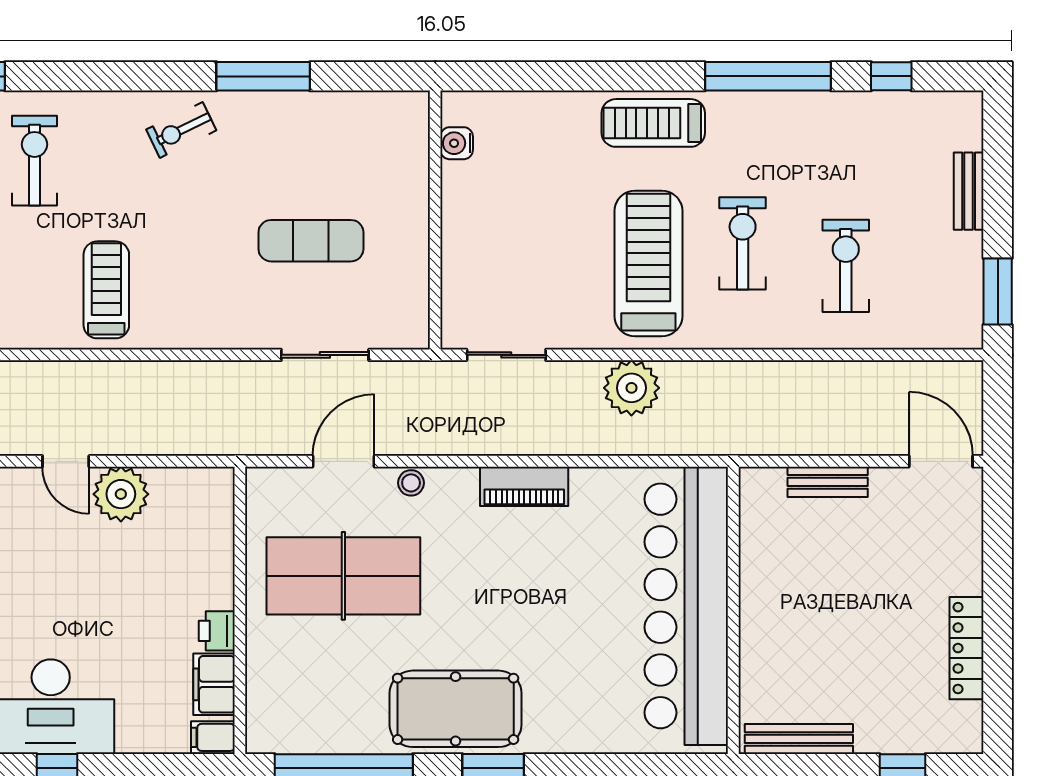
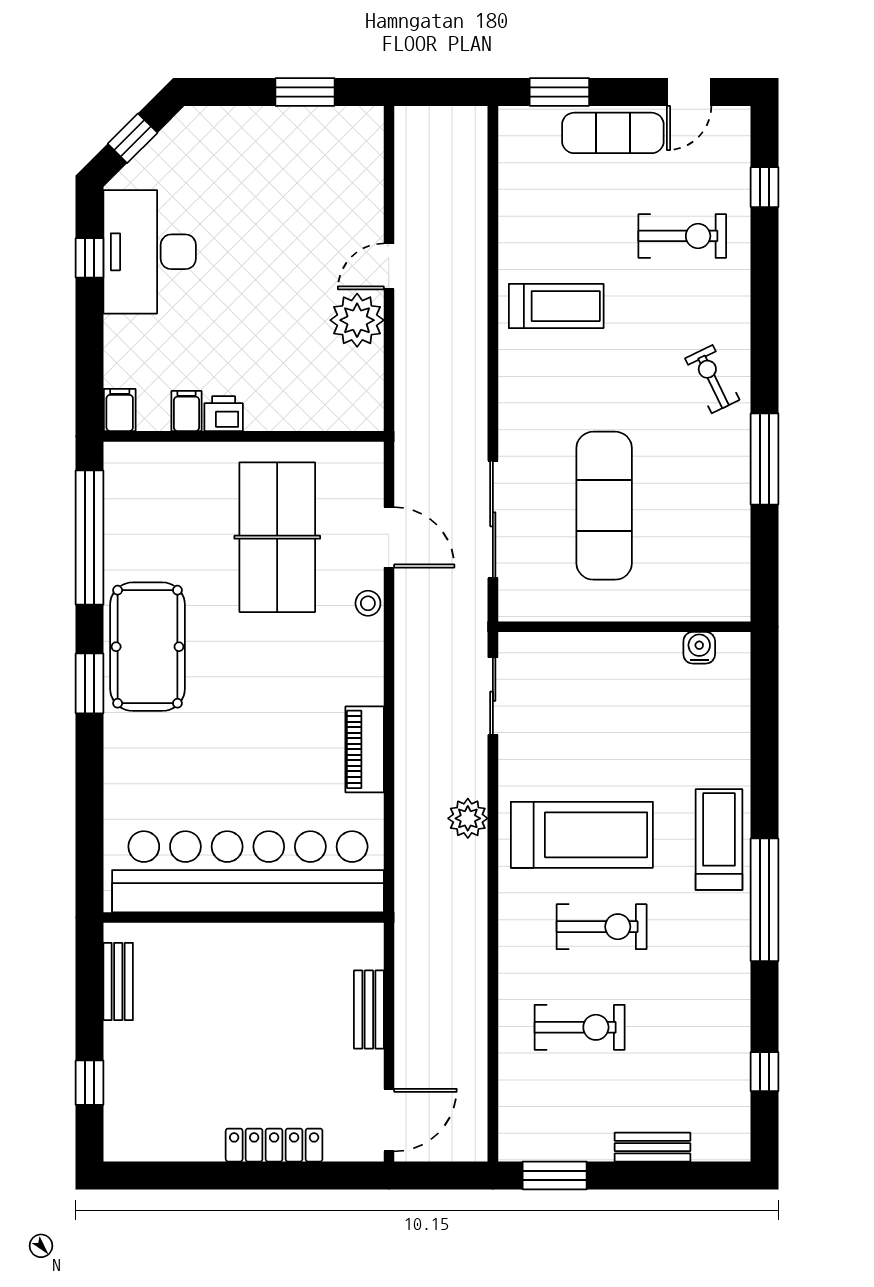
window: (768, 76) -> (765, 900), moved
exercise mat: (311, 241) -> (604, 506), width x1.36, depth x1.45
sliding door: (325, 355) -> (493, 519), width x1.37
plant: (631, 388) -> (468, 818), width x0.73, depth x0.73
piano: (524, 486) -> (365, 749), moved
locker: (966, 648) -> (274, 1145), moved
filing cabinet: (214, 684) -> (187, 411), width x0.50
bench: (799, 739) -> (118, 982), width x0.73

